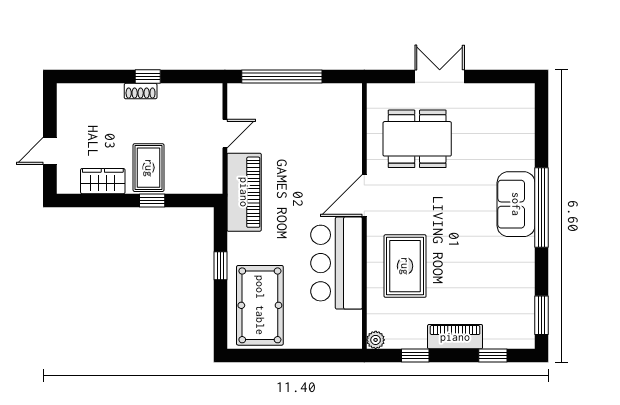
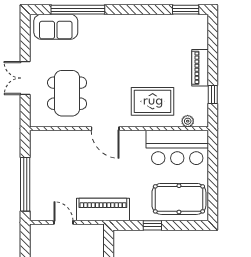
sofa: (516, 204) -> (56, 27), moved
window: (542, 208) -> (78, 10), moved
bar counter: (337, 263) -> (177, 147), moved
plant: (376, 340) -> (188, 121), moved
window: (493, 356) -> (213, 42), removed

